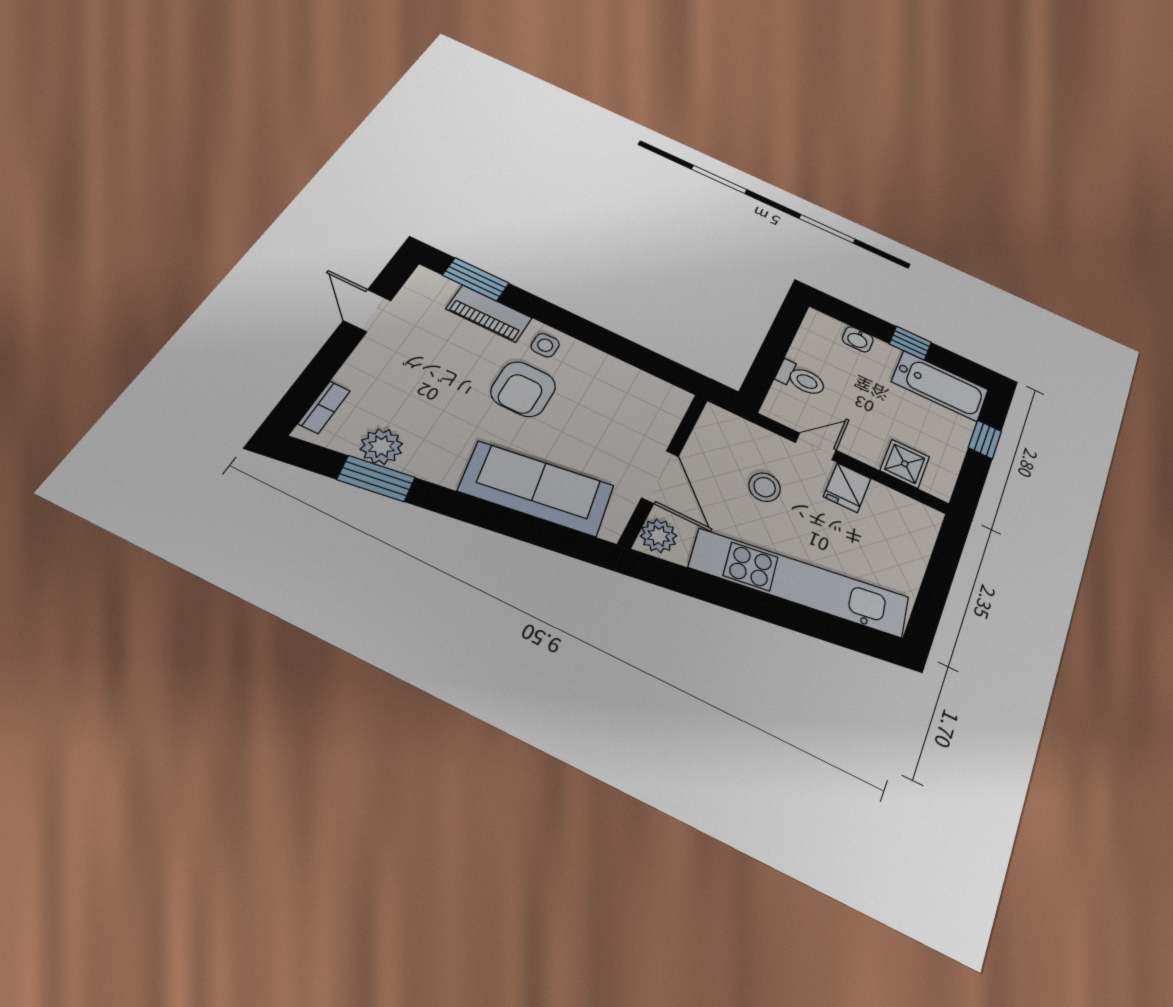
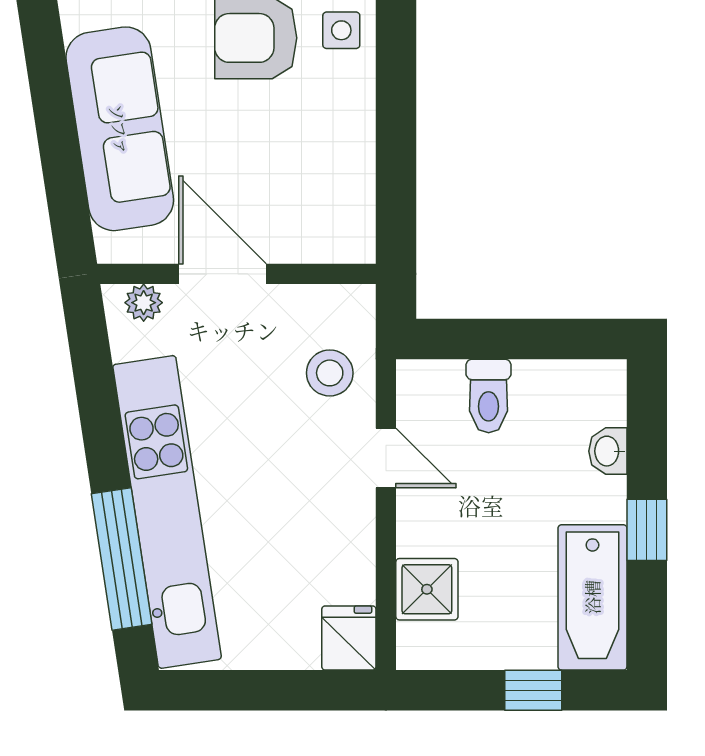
door: (660, 477) -> (223, 274), swing flipped
stool: (765, 487) -> (330, 373), moved
fridge: (847, 488) -> (349, 638), moved, turned 90
plant: (659, 536) -> (144, 303), width x0.73, depth x0.73
window: (819, 625) -> (122, 559), added

